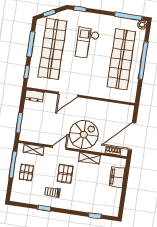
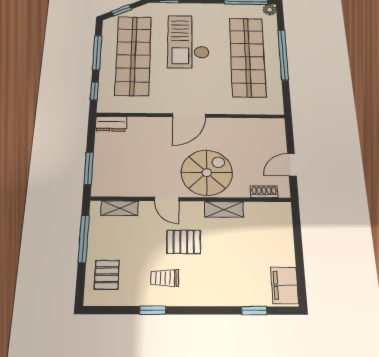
checkout: (87, 43) -> (188, 41), width x1.36, depth x1.21
door: (68, 94) -> (189, 115), moved
door: (132, 136) -> (292, 165), width x0.53
door: (59, 148) -> (167, 199), swing flipped
pallet: (26, 172) -> (107, 275), moved
pallet: (65, 174) -> (184, 242), turned 90
filing cabinet: (117, 177) -> (285, 285), moved

